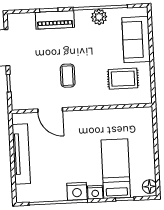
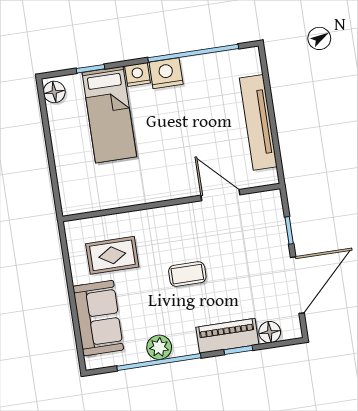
floor lamp: (28, 19) -> (270, 332), added
coffee table: (68, 76) -> (187, 274), moved, turned 90

